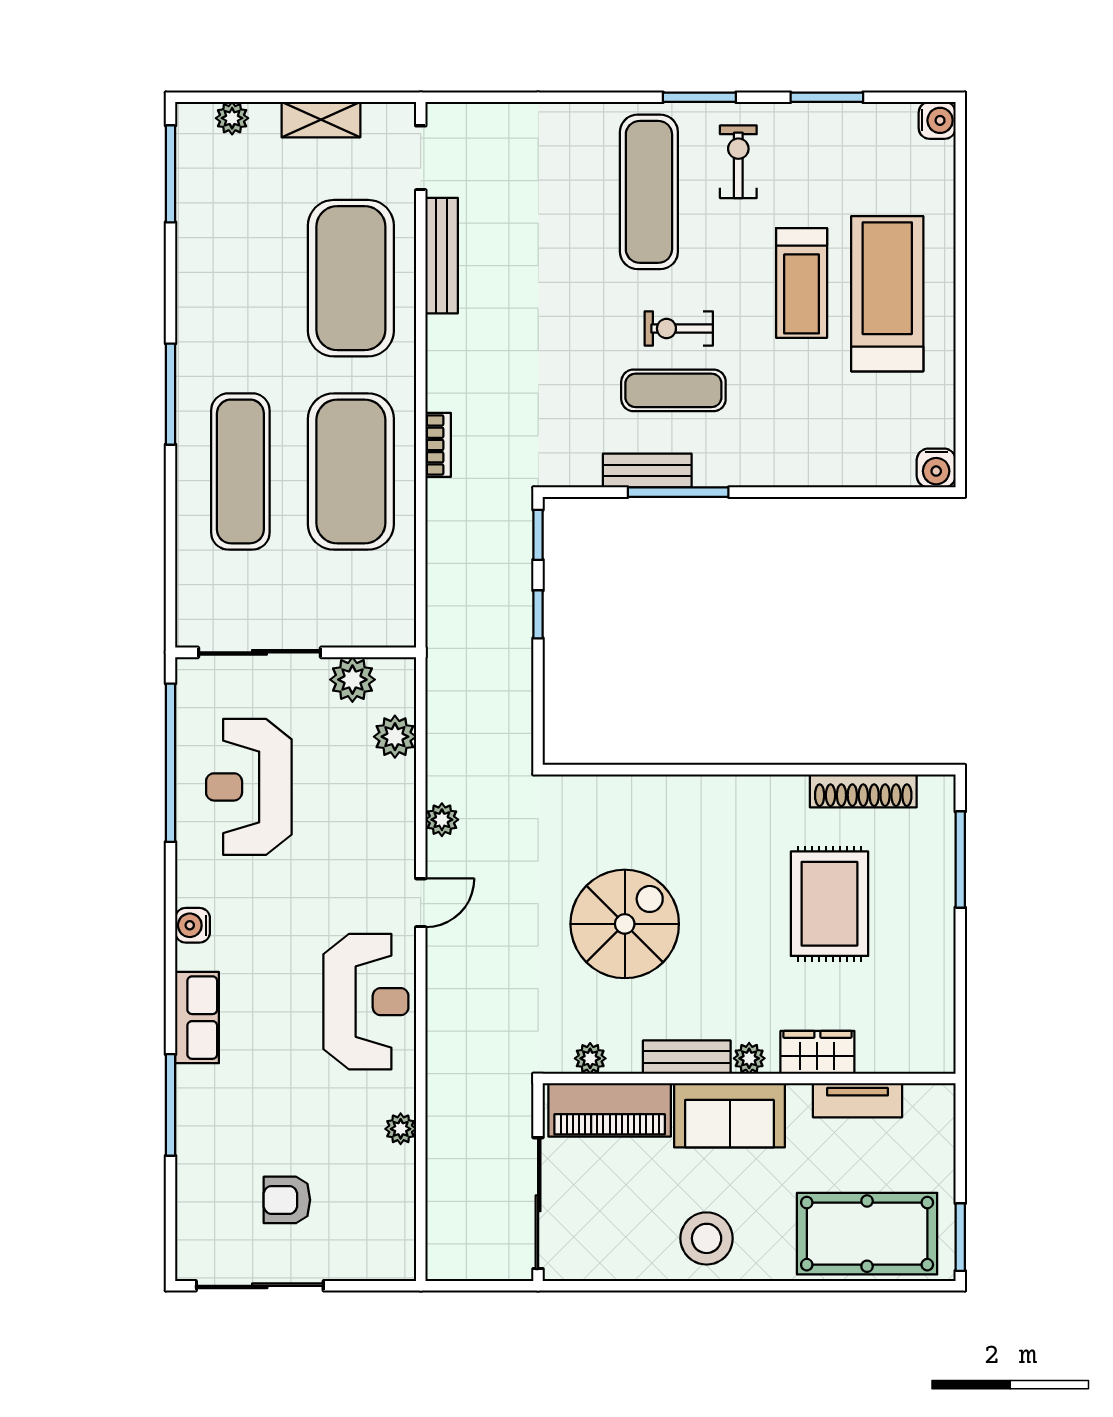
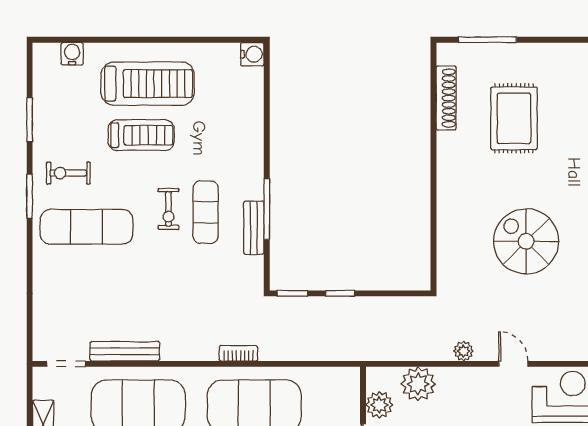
water cooler: (937, 120) -> (72, 54), moved
treadmill: (887, 294) -> (148, 84), turned 180
plant: (395, 737) -> (418, 384), width x1.36, depth x1.36
rug: (829, 904) -> (514, 118), turned 90

